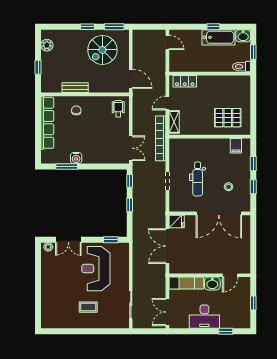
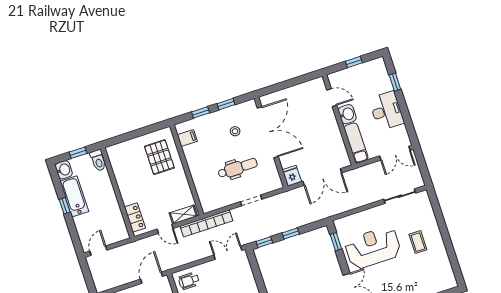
reception desk: (96, 269) -> (373, 248), turned 180

